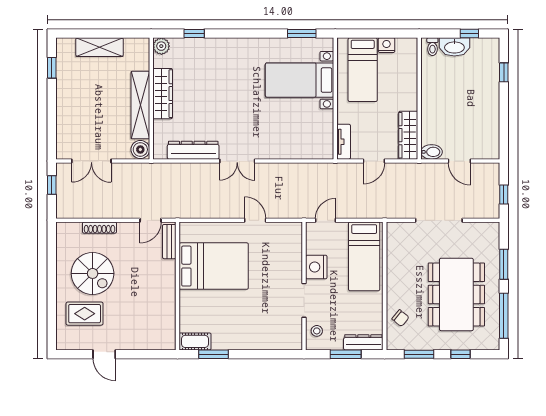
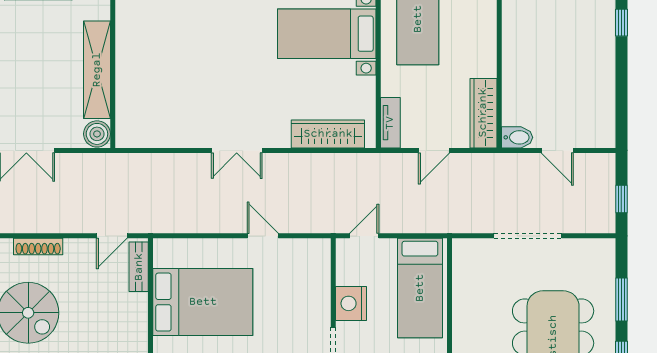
wardrobe: (163, 94) -> (328, 134), moved, turned -90
dresser: (193, 150) -> (173, 135), removed

